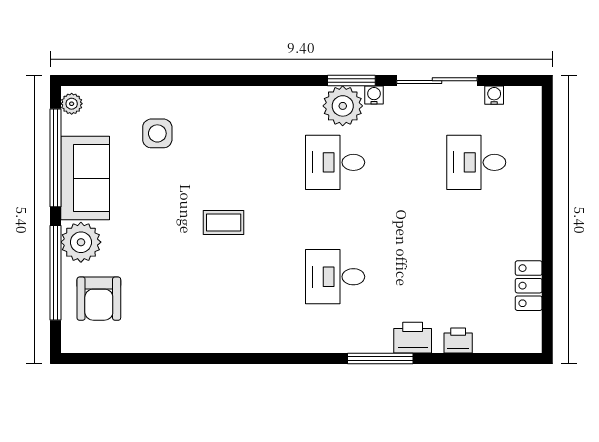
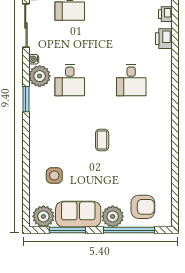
window: (351, 81) -> (26, 99), moved
plant: (72, 104) -> (43, 216), width x1.88, depth x1.88
window: (56, 158) -> (67, 230), width x0.68
window: (380, 359) -> (175, 56), removed

